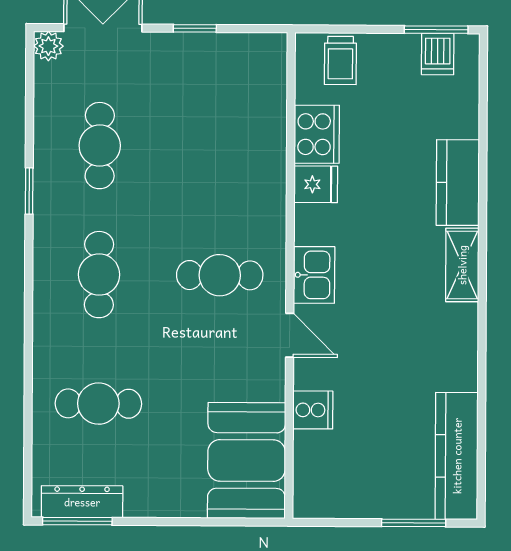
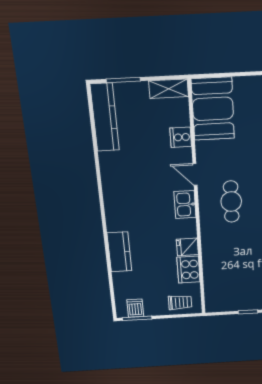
trolley: (340, 60) -> (180, 302), turned 90
shelving: (462, 265) -> (169, 89), moved, turned 90
cafe table: (220, 275) -> (231, 202), turned 90

